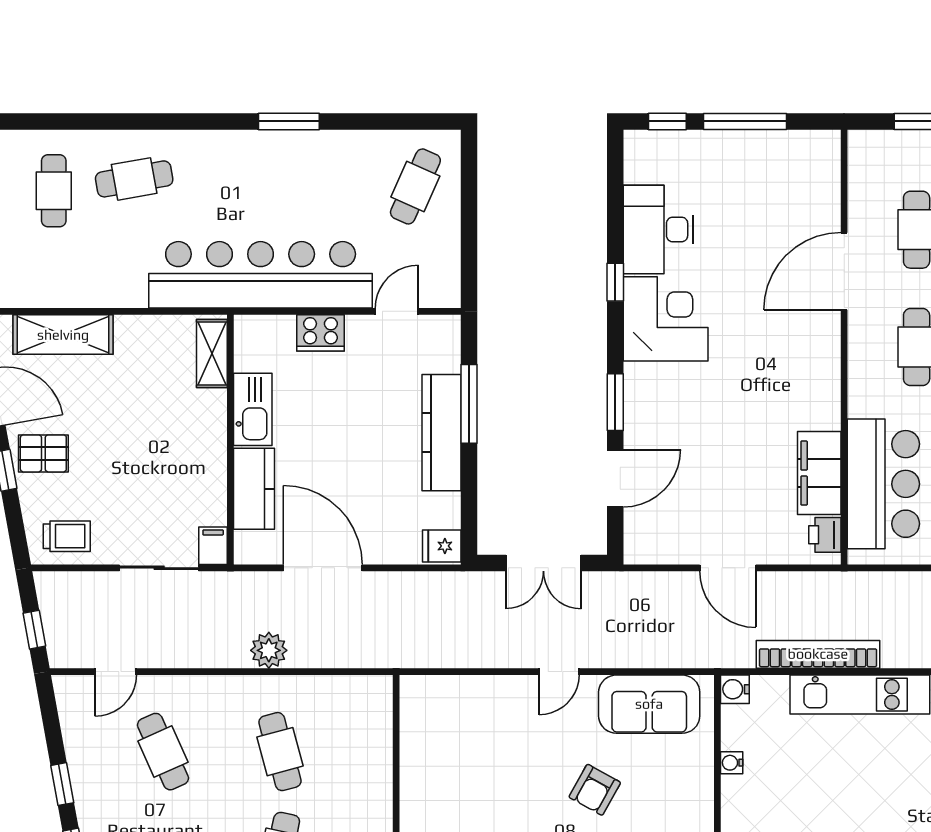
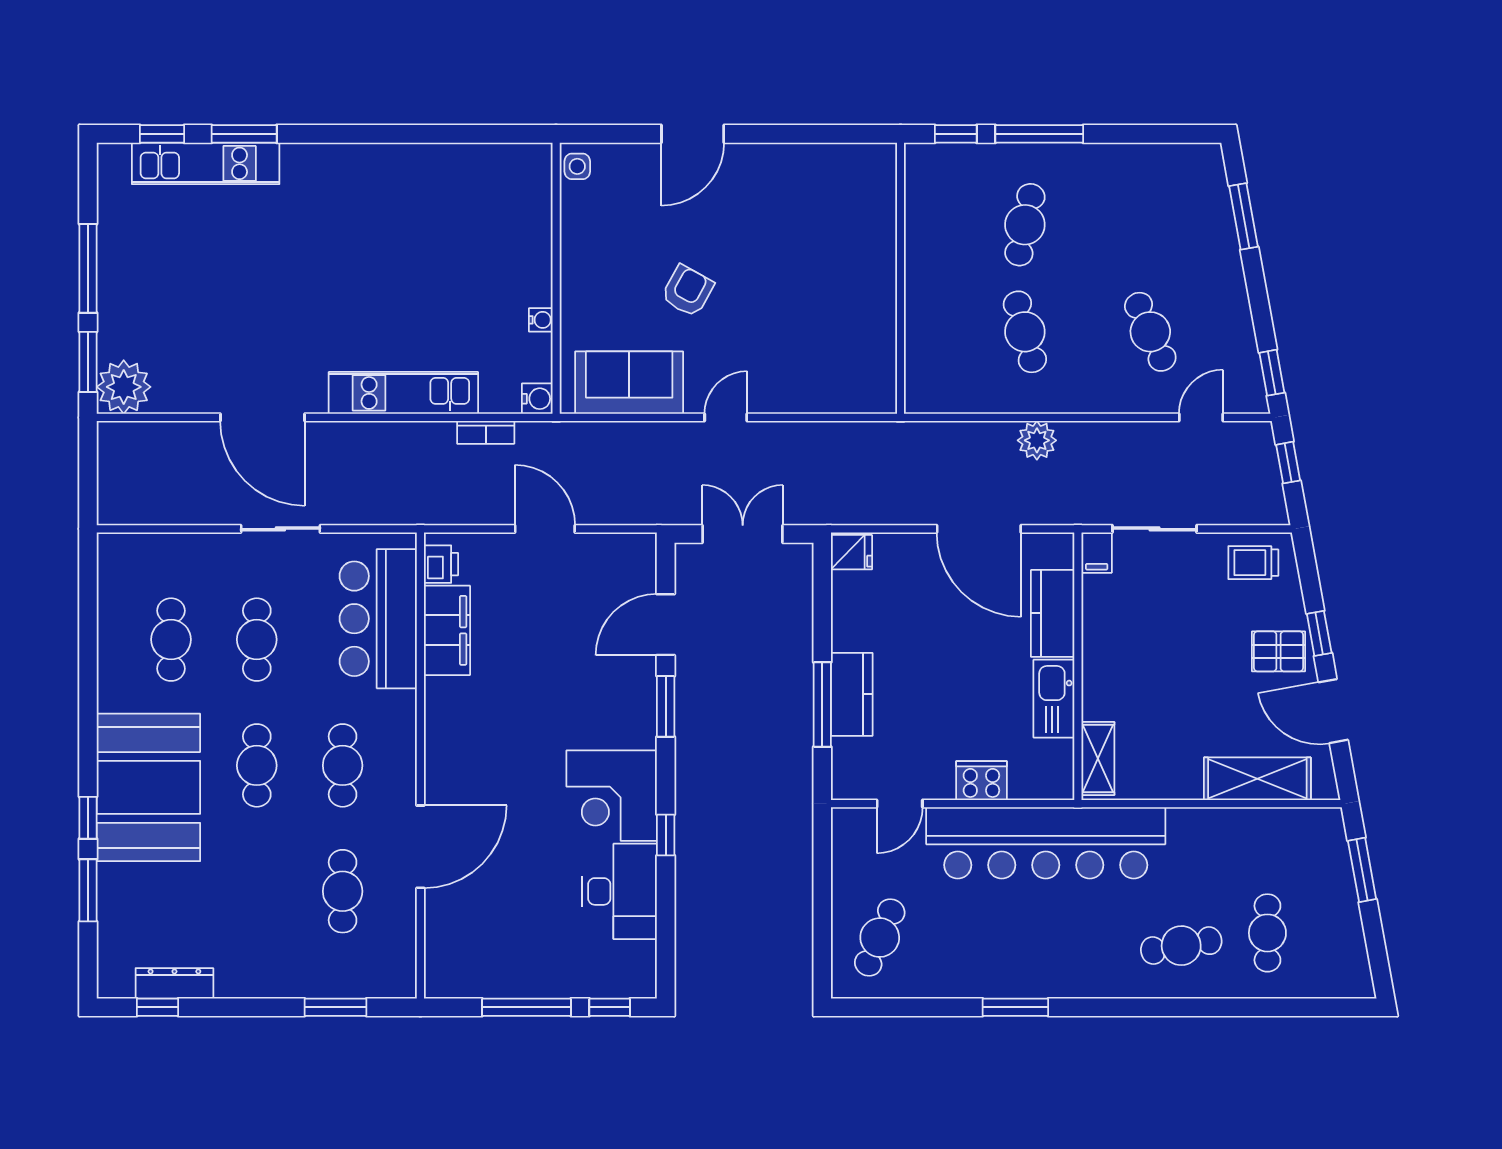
kitchen counter: (442, 433) -> (852, 694), width x0.67
bookcase: (818, 654) -> (486, 432), width x0.43, depth x0.76
window: (62, 784) -> (1272, 373), moved

